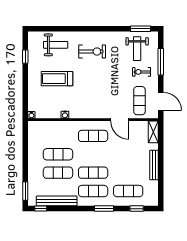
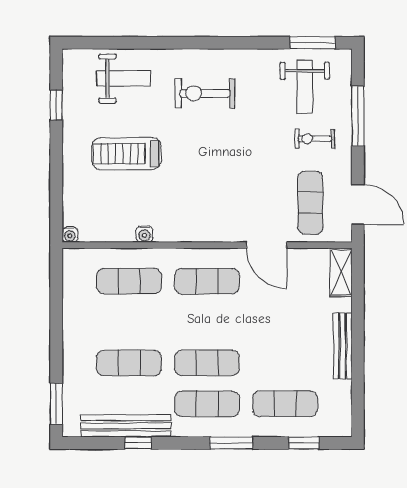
exercise bike: (92, 52) -> (205, 93), turned 180
exercise mat: (58, 154) -> (129, 281), moved
window: (41, 209) -> (138, 443), moved

